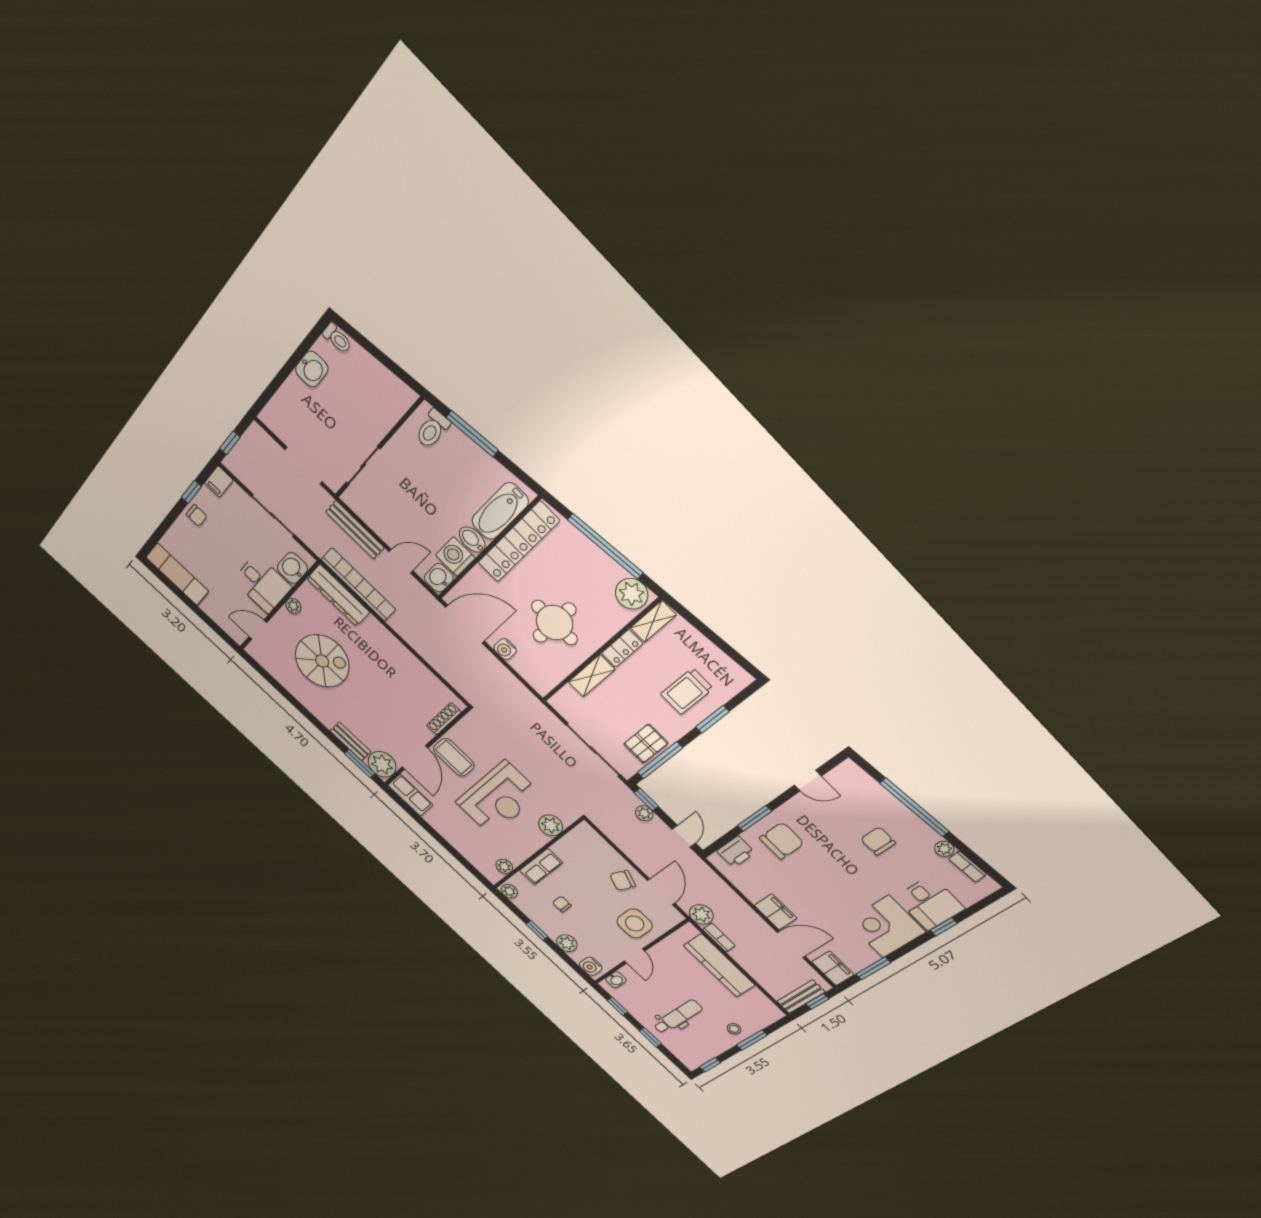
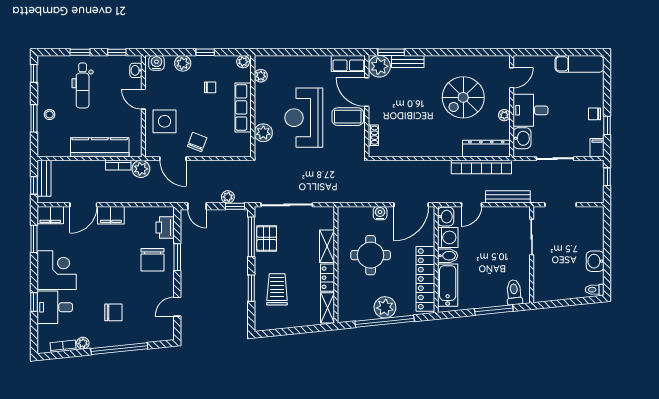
plant: (632, 594) -> (385, 307), moved
shoe rack: (444, 719) -> (373, 135), width x0.70
row of seats: (541, 867) -> (243, 107), width x1.48

